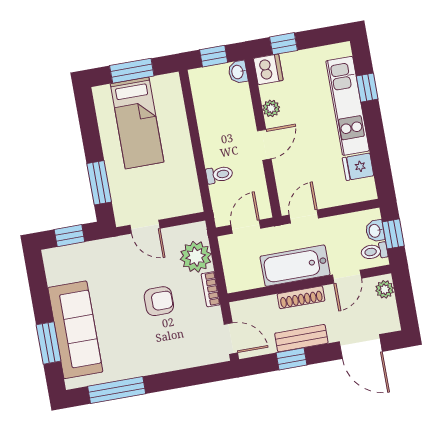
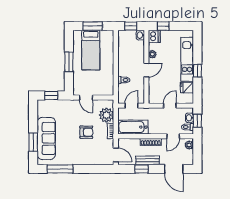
window: (367, 88) -> (197, 71), moved
window: (99, 183) -> (69, 62), moved
door: (304, 217) -> (170, 106), moved
bathtub: (295, 266) -> (133, 127), moved

